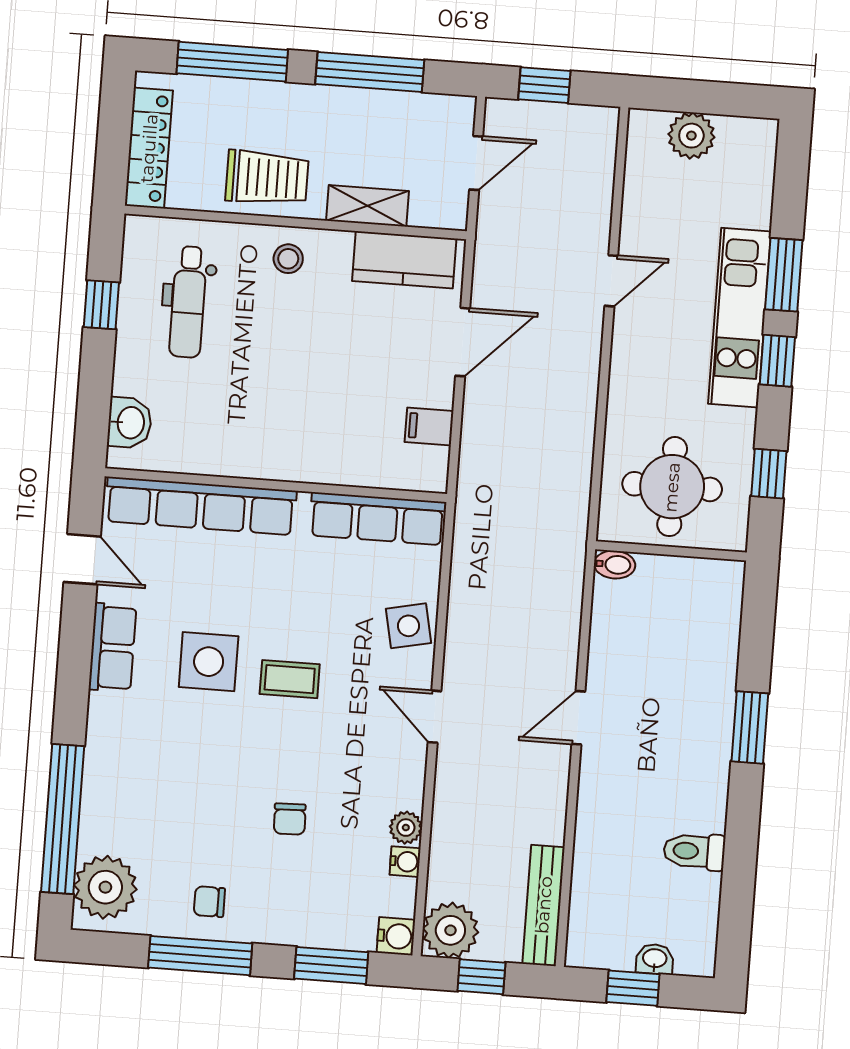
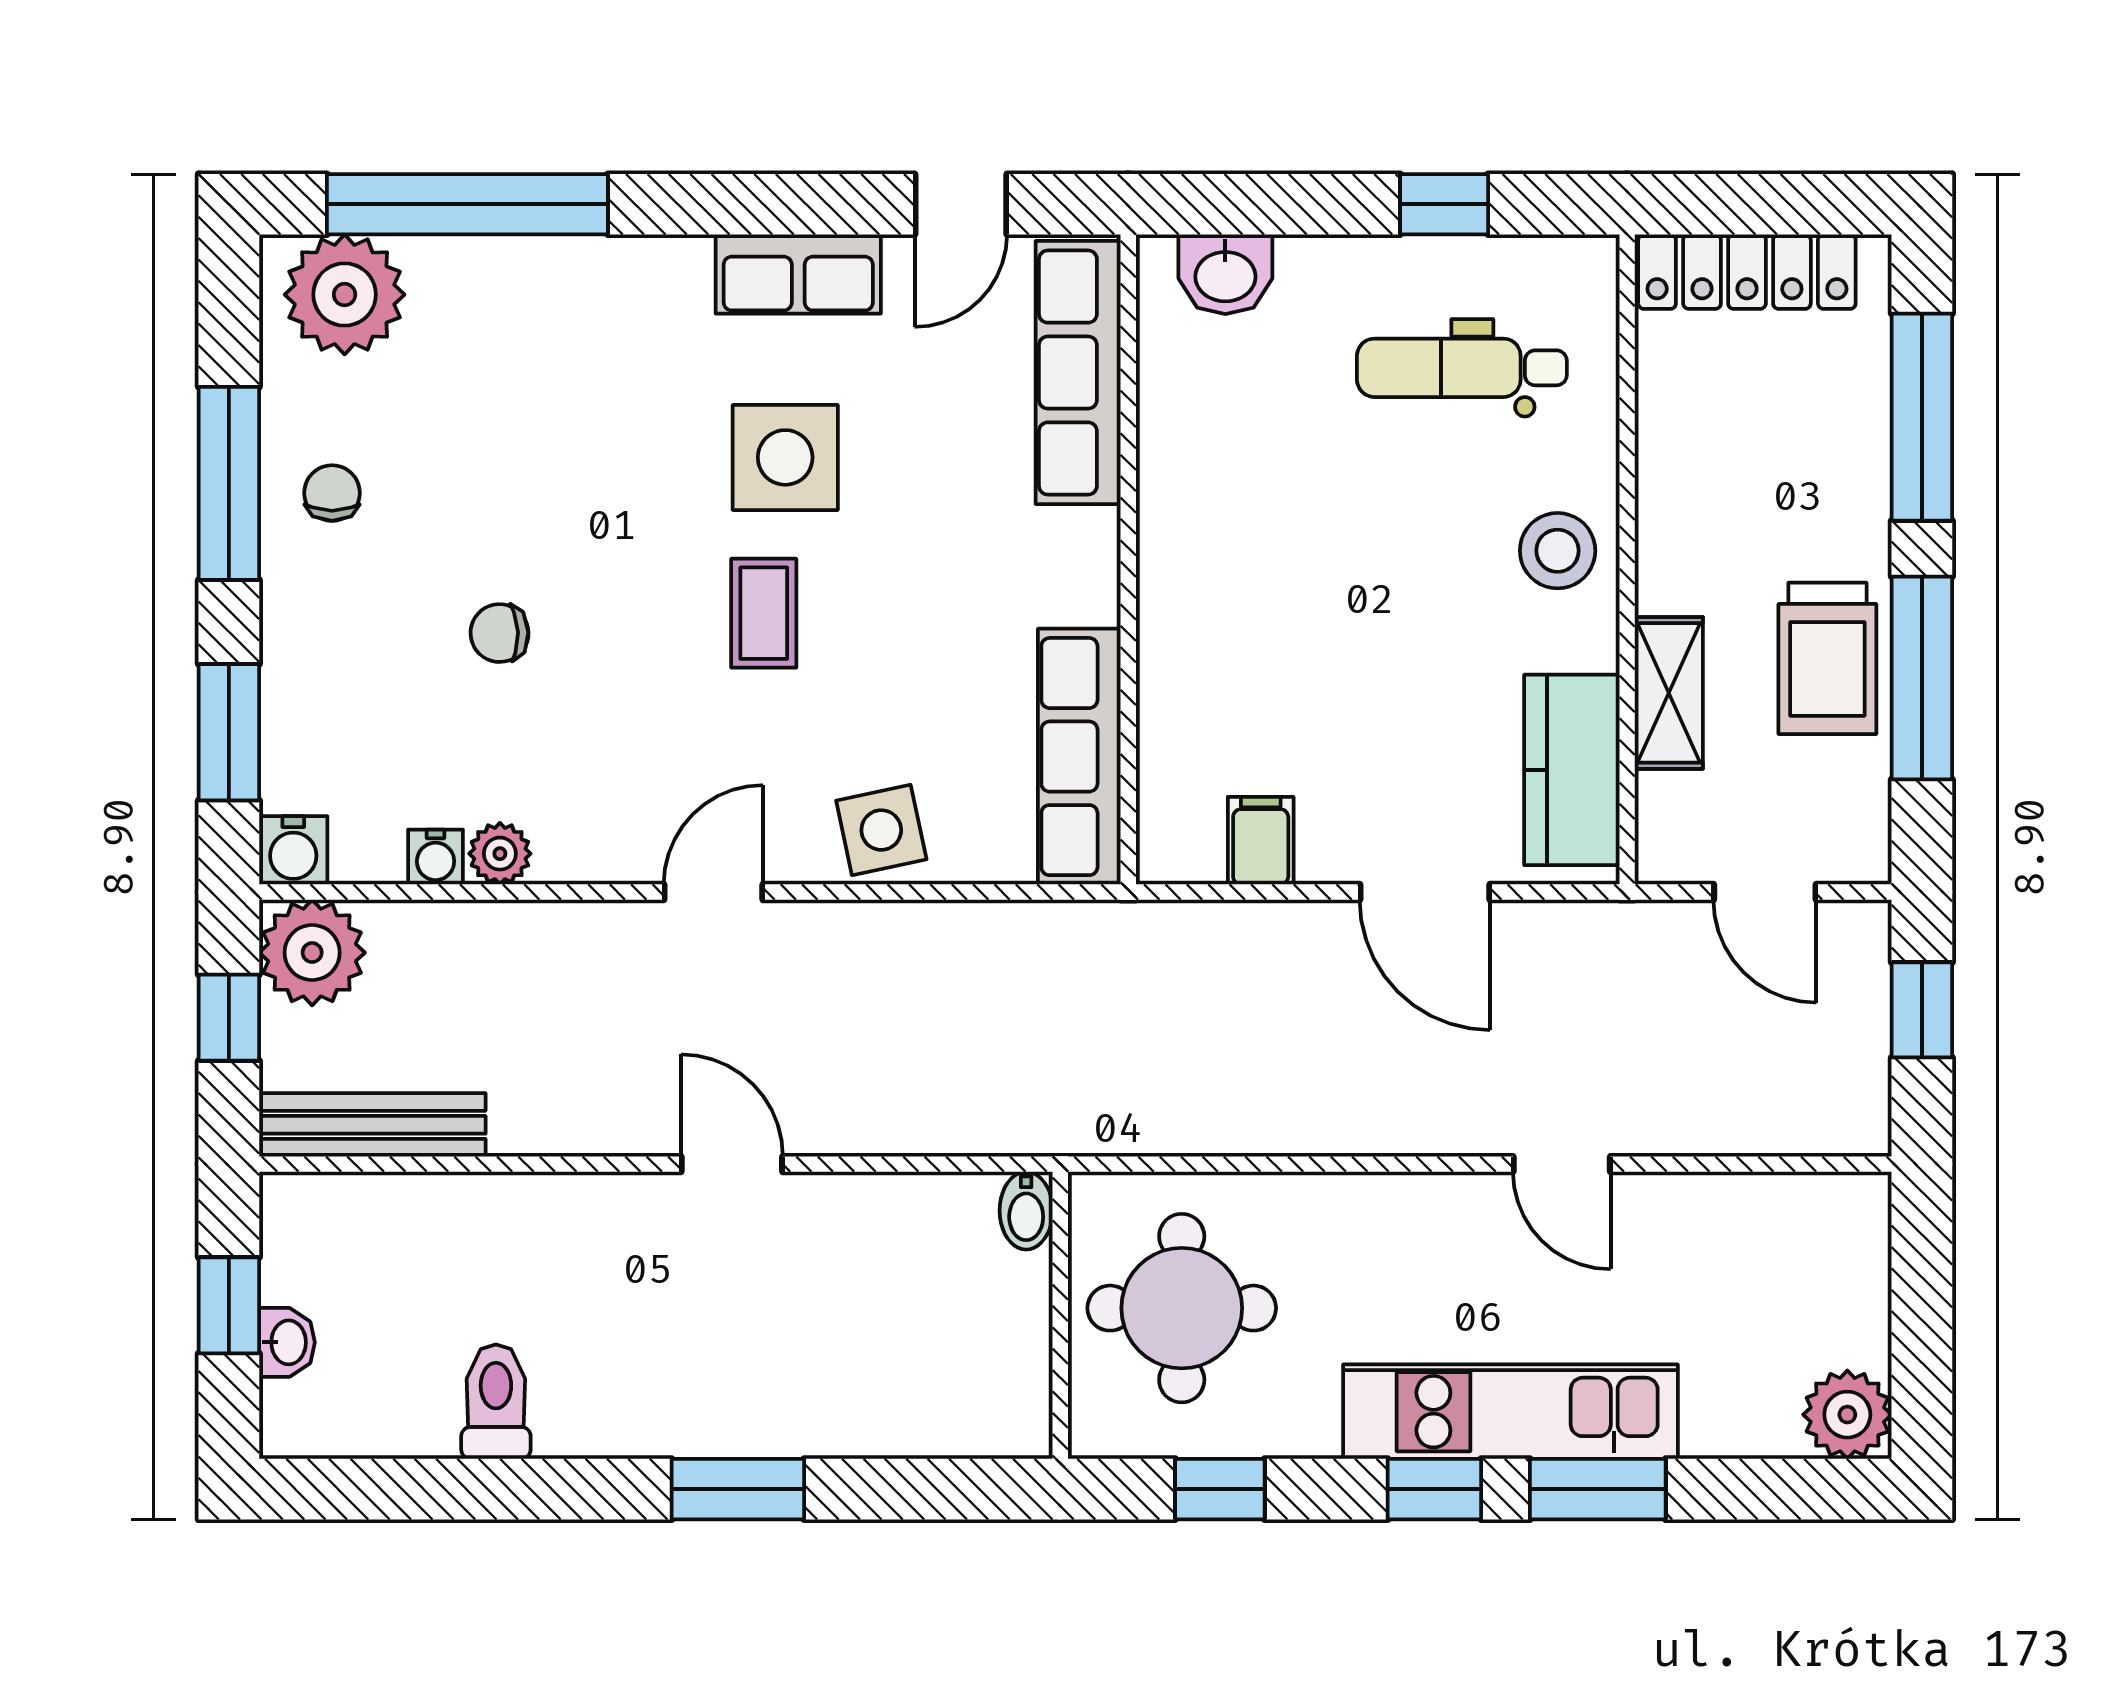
plant: (691, 136) -> (1847, 1415), moved
trolley: (267, 178) -> (1827, 658), moved
stool: (288, 259) -> (1558, 551), width x1.37, depth x1.37
row of seats: (201, 506) -> (1078, 373), width x0.73

